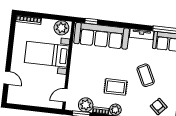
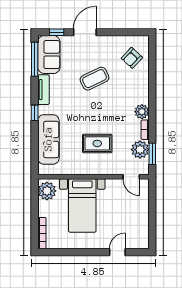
window: (91, 21) -> (35, 113), moved
sofa: (102, 36) -> (48, 139), width x0.74, depth x0.79
rug: (116, 87) -> (97, 143), moved, turned 90

